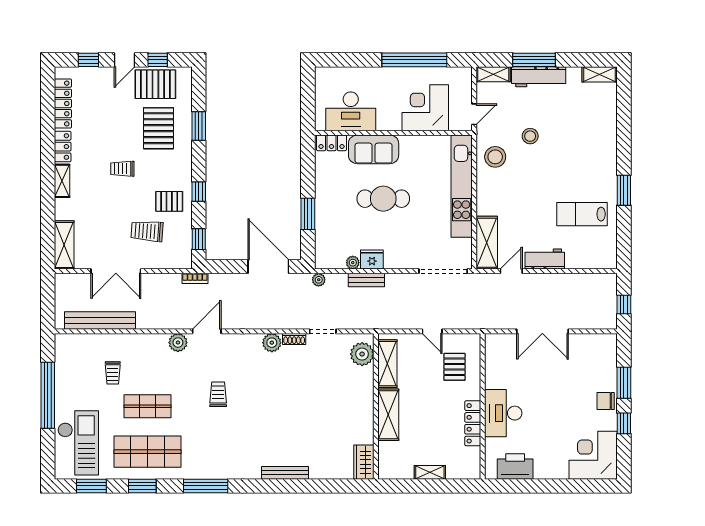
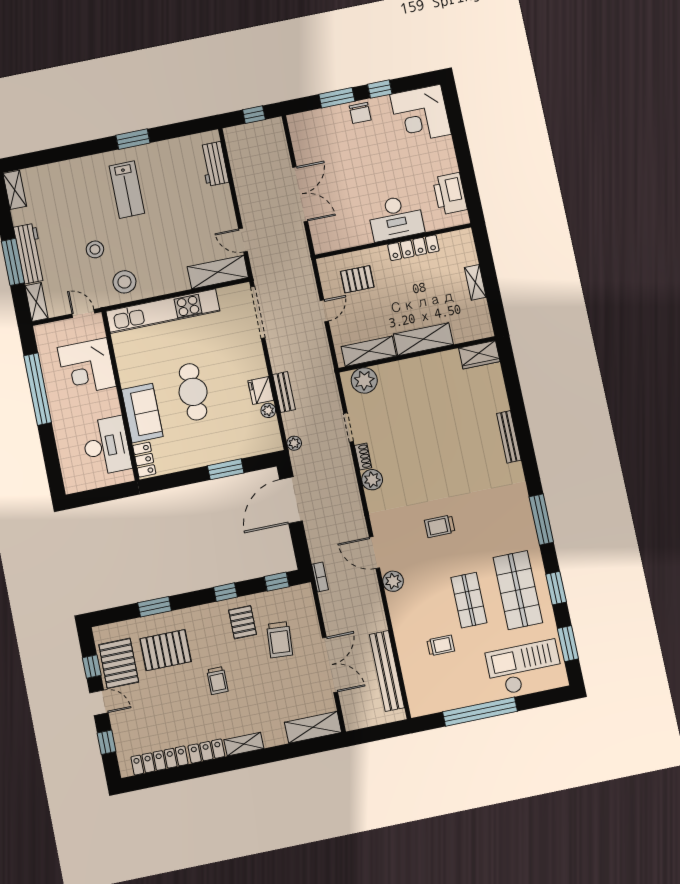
lab bench: (582, 214) -> (127, 190), moved
workbench: (545, 259) -> (214, 164), moved

